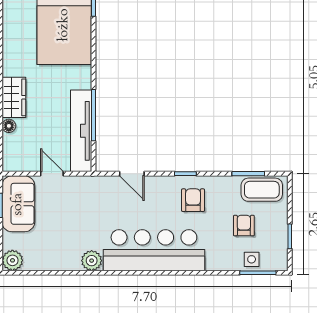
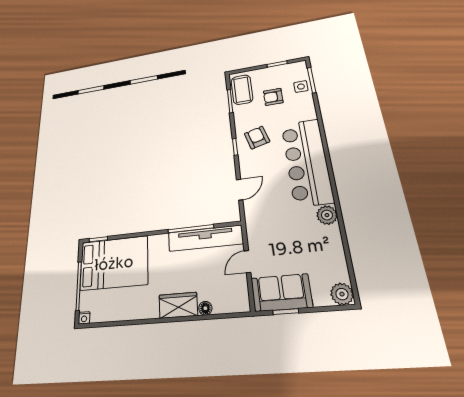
armchair: (193, 200) -> (257, 138), turned 74

